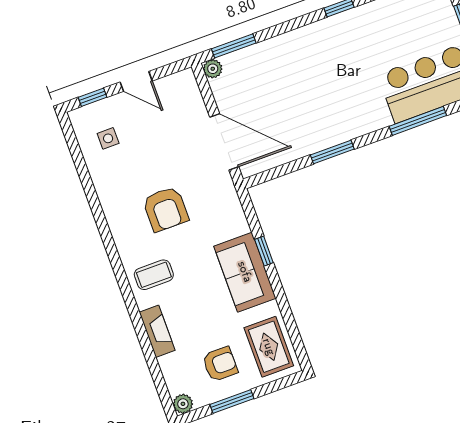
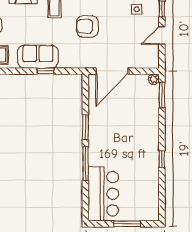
window: (418, 121) -> (85, 164), moved

